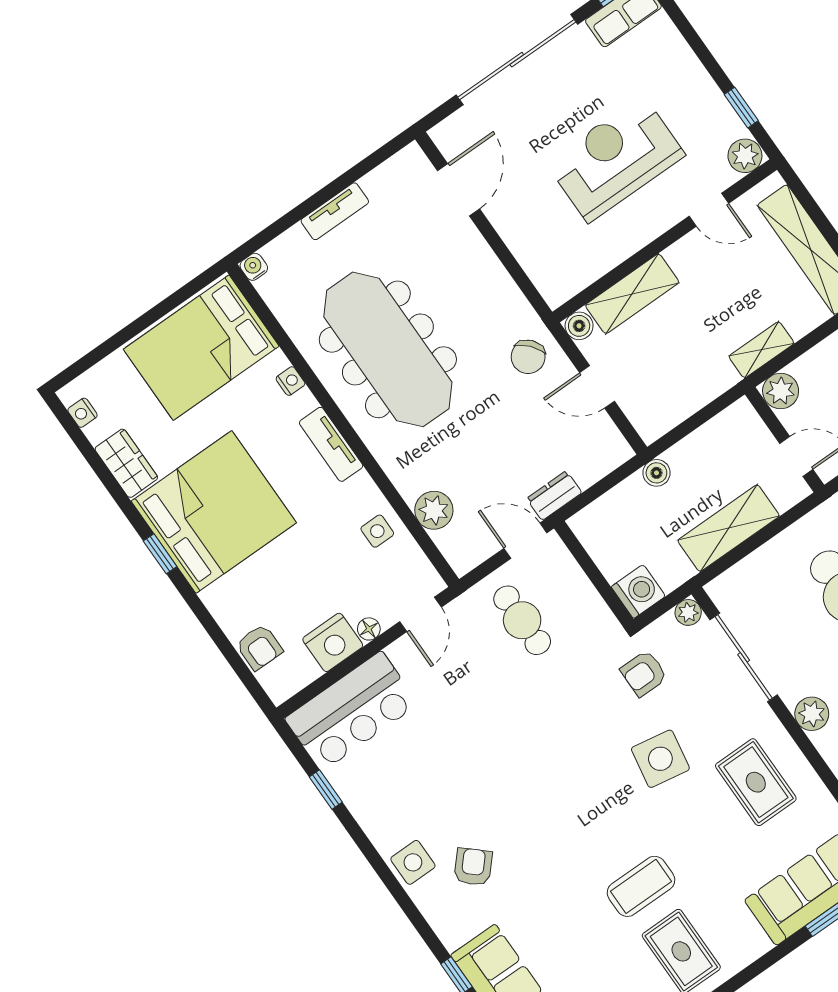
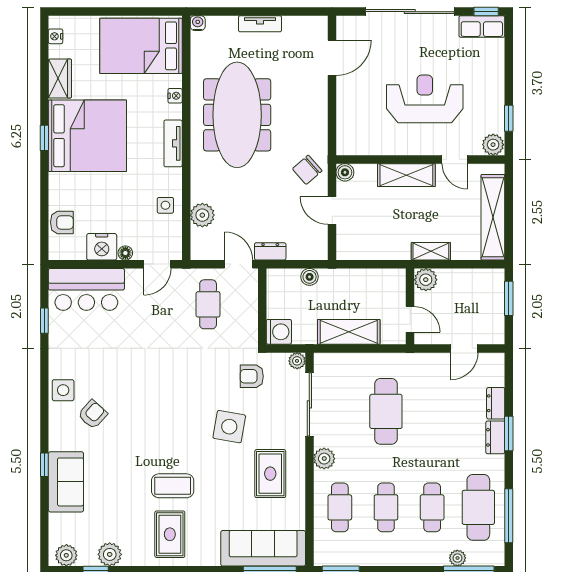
shelving: (632, 294) -> (406, 175), moved
boiler: (656, 473) -> (310, 277), moved
armchair: (259, 647) -> (62, 222), turned -90

